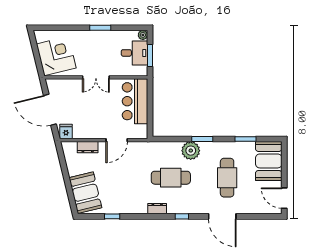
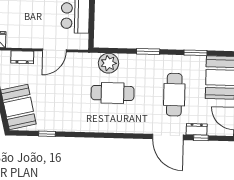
plant: (191, 151) -> (108, 63), moved
dresser: (157, 209) -> (197, 129), moved
window: (182, 216) -> (201, 138), moved

